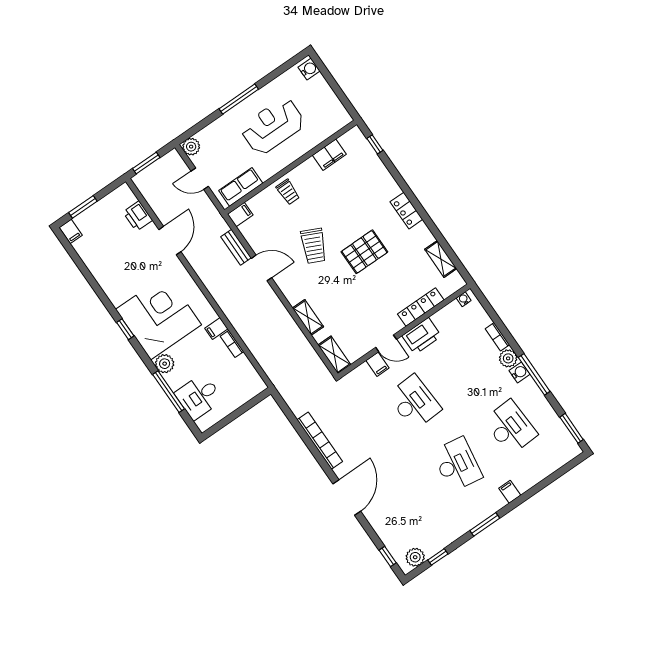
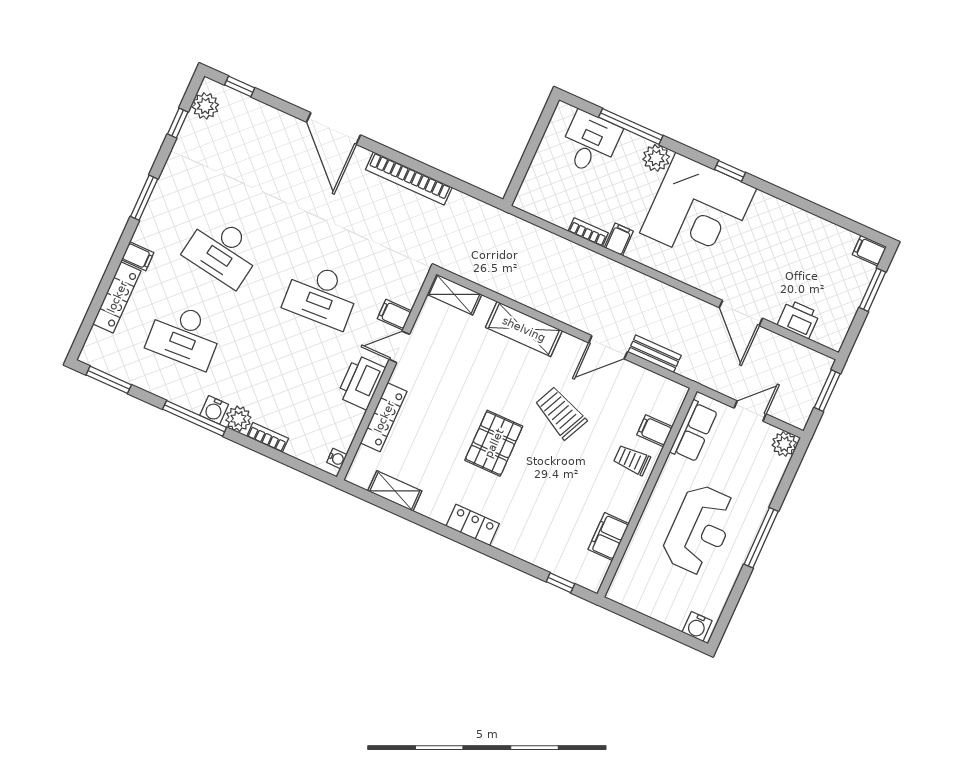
filing cabinet: (240, 215) -> (655, 431), moved, turned 90
shelving: (308, 317) -> (524, 329), width x1.50, depth x1.33
locker: (537, 475) -> (117, 297), added

